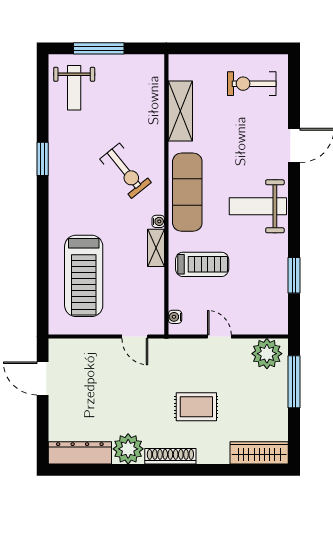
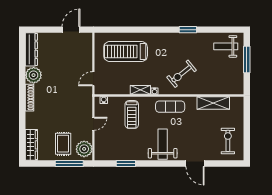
exercise mat: (187, 192) -> (170, 107), width x0.73, depth x0.69
rug: (196, 407) -> (63, 144), moved

